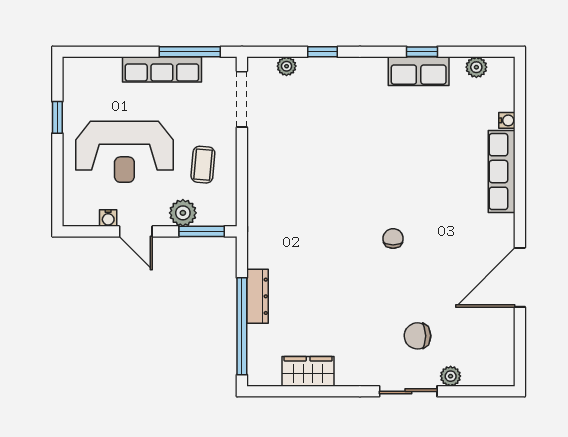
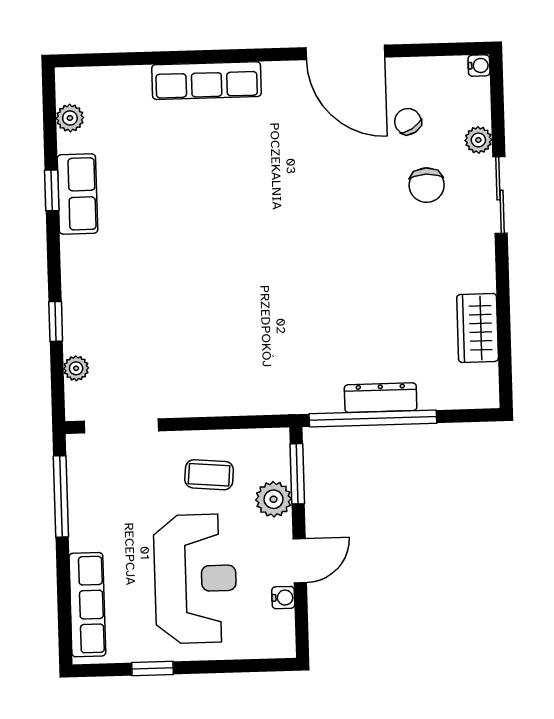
row of seats: (162, 69) -> (87, 605), moved
water cooler: (507, 120) -> (479, 66), moved, turned 90
chair: (393, 238) -> (408, 122), moved, turned 58
window: (242, 326) -> (373, 418), moved

